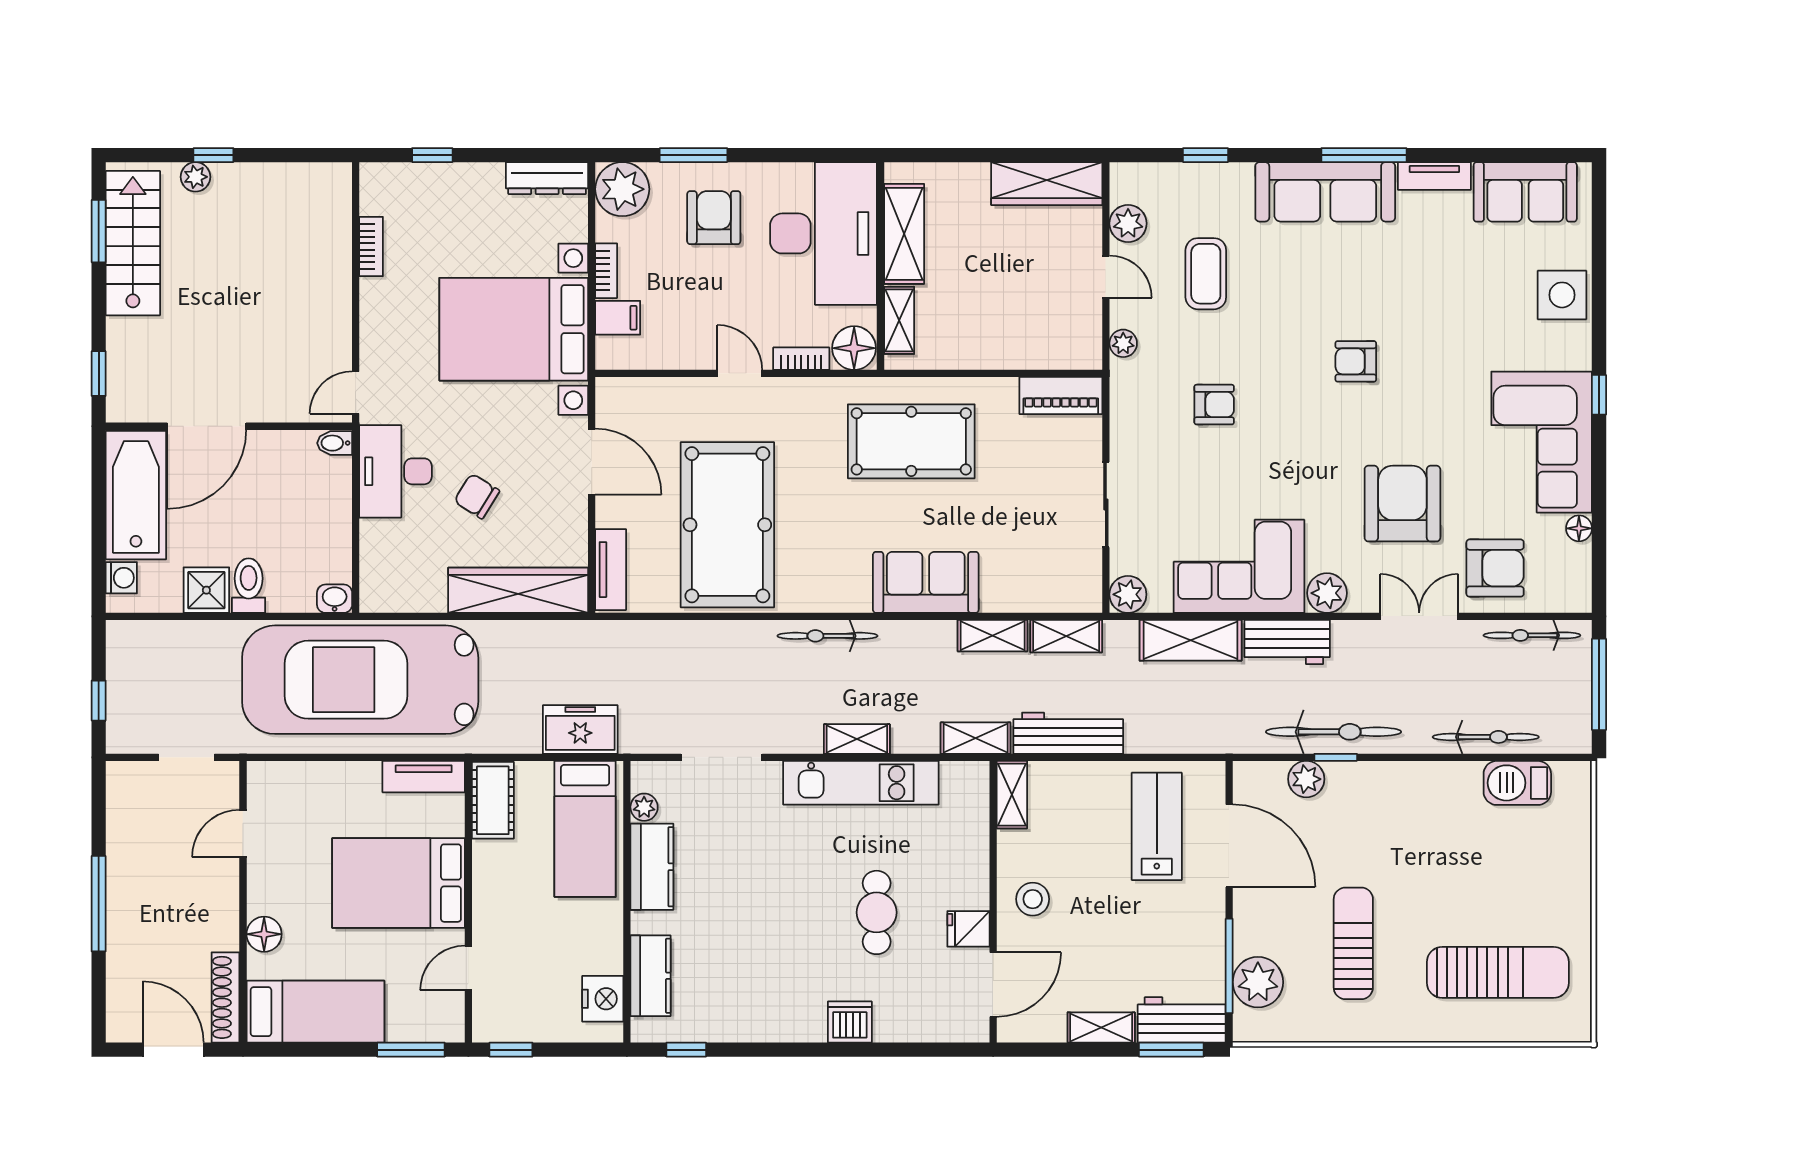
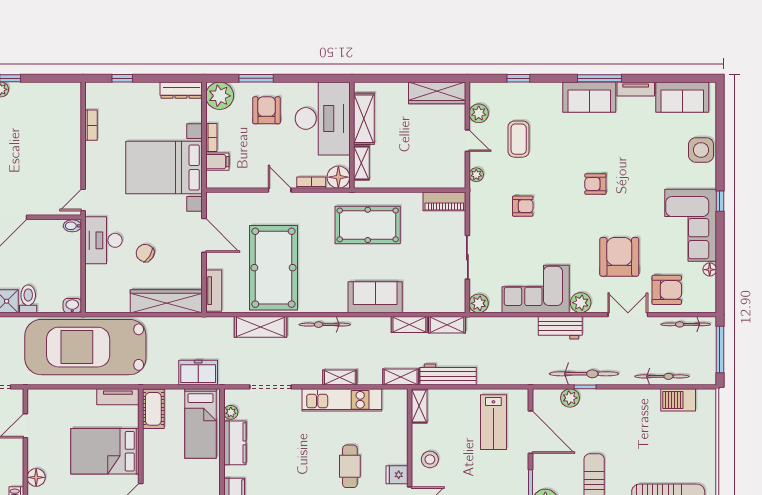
sofa: (1325, 192) -> (589, 97), width x0.73
shelving: (1191, 640) -> (260, 327), moved
lab bench: (1157, 826) -> (493, 422), turned 180

